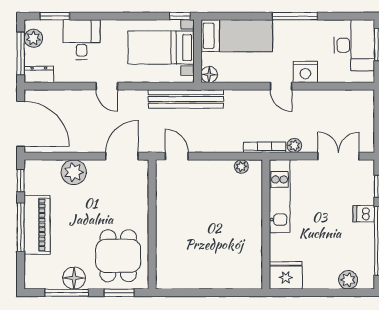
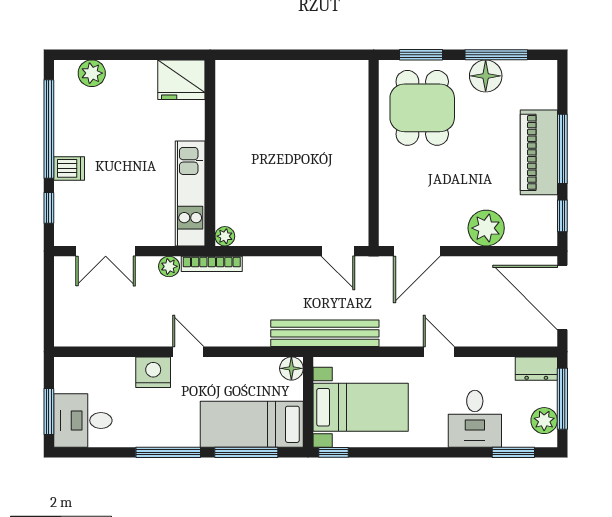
window: (241, 16) -> (246, 452), added
desk: (354, 45) -> (83, 420), width x0.73
plant: (241, 166) -> (225, 236), moved

